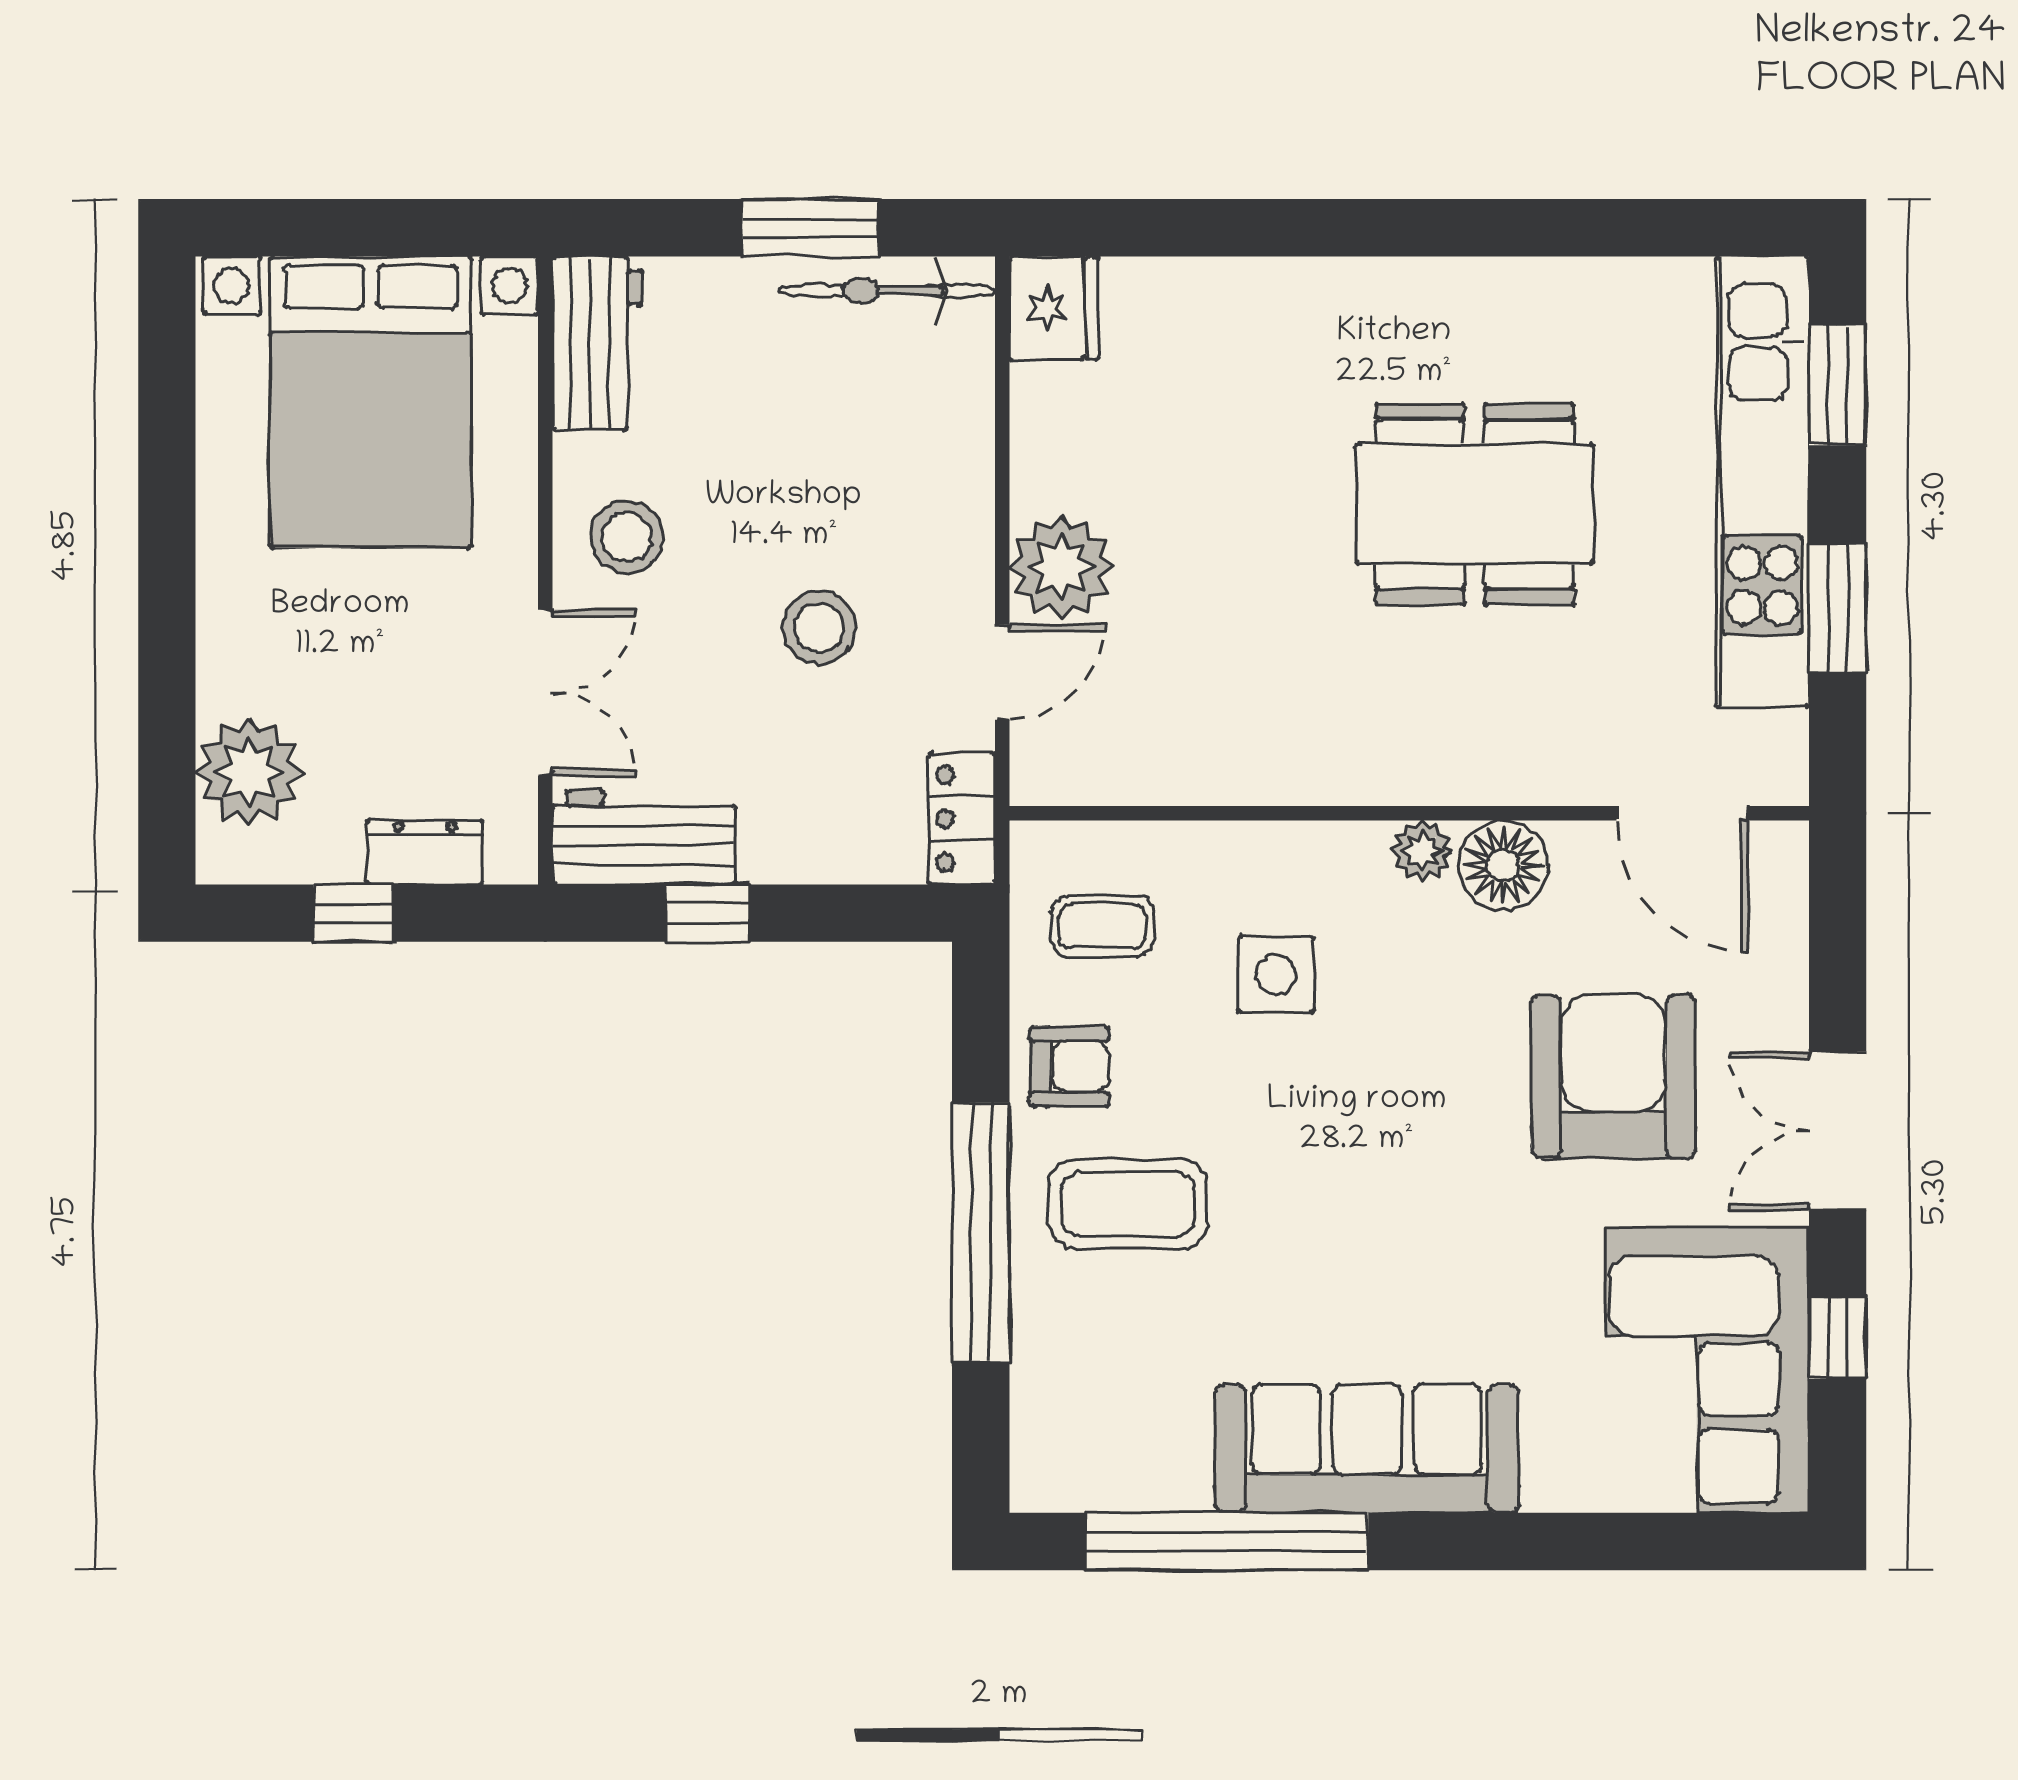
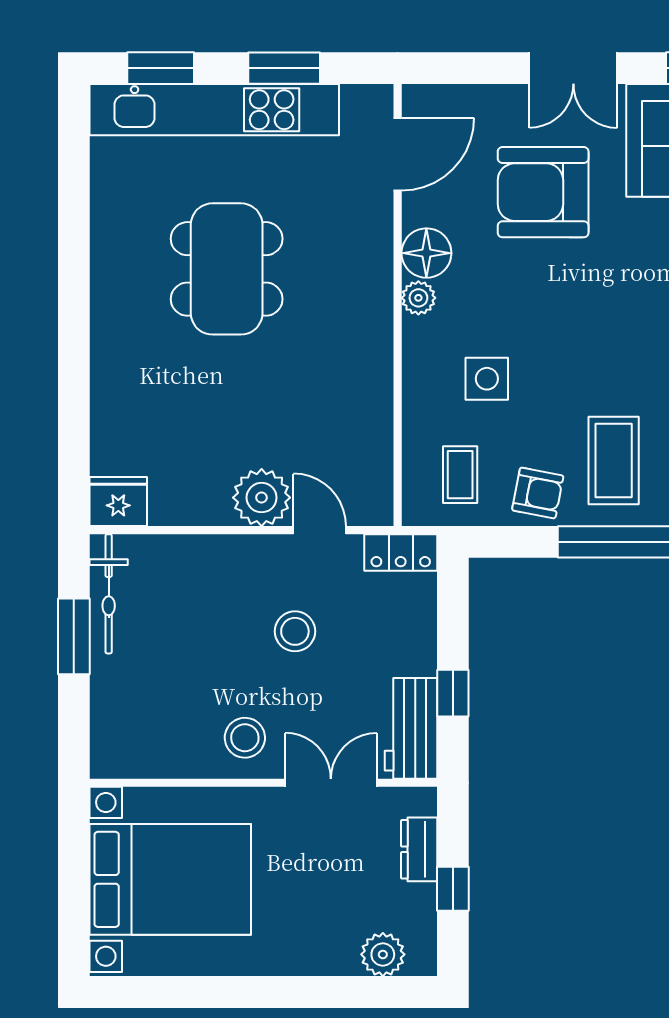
workbench: (597, 343) -> (138, 754), removed
plant: (249, 772) -> (383, 954), width x0.73, depth x0.73
armchair: (1069, 1067) -> (538, 493), turned 101

